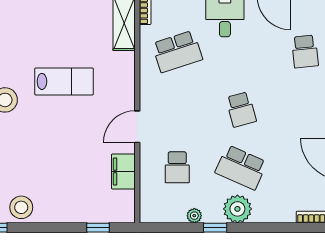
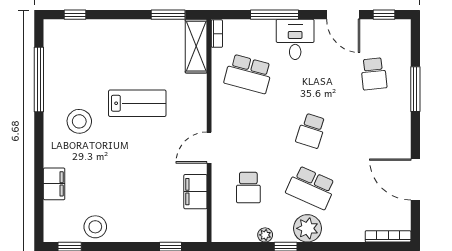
school desk: (177, 51) -> (248, 74), turned 33
school desk: (241, 109) -> (311, 131), turned 33

